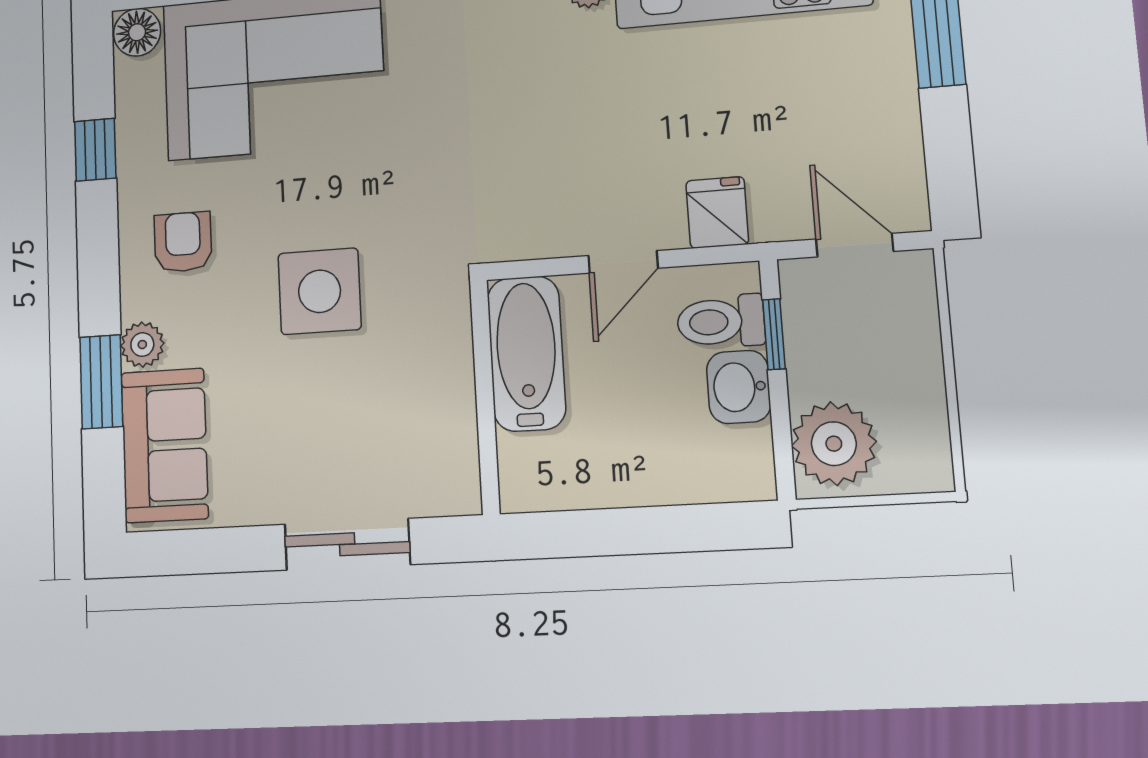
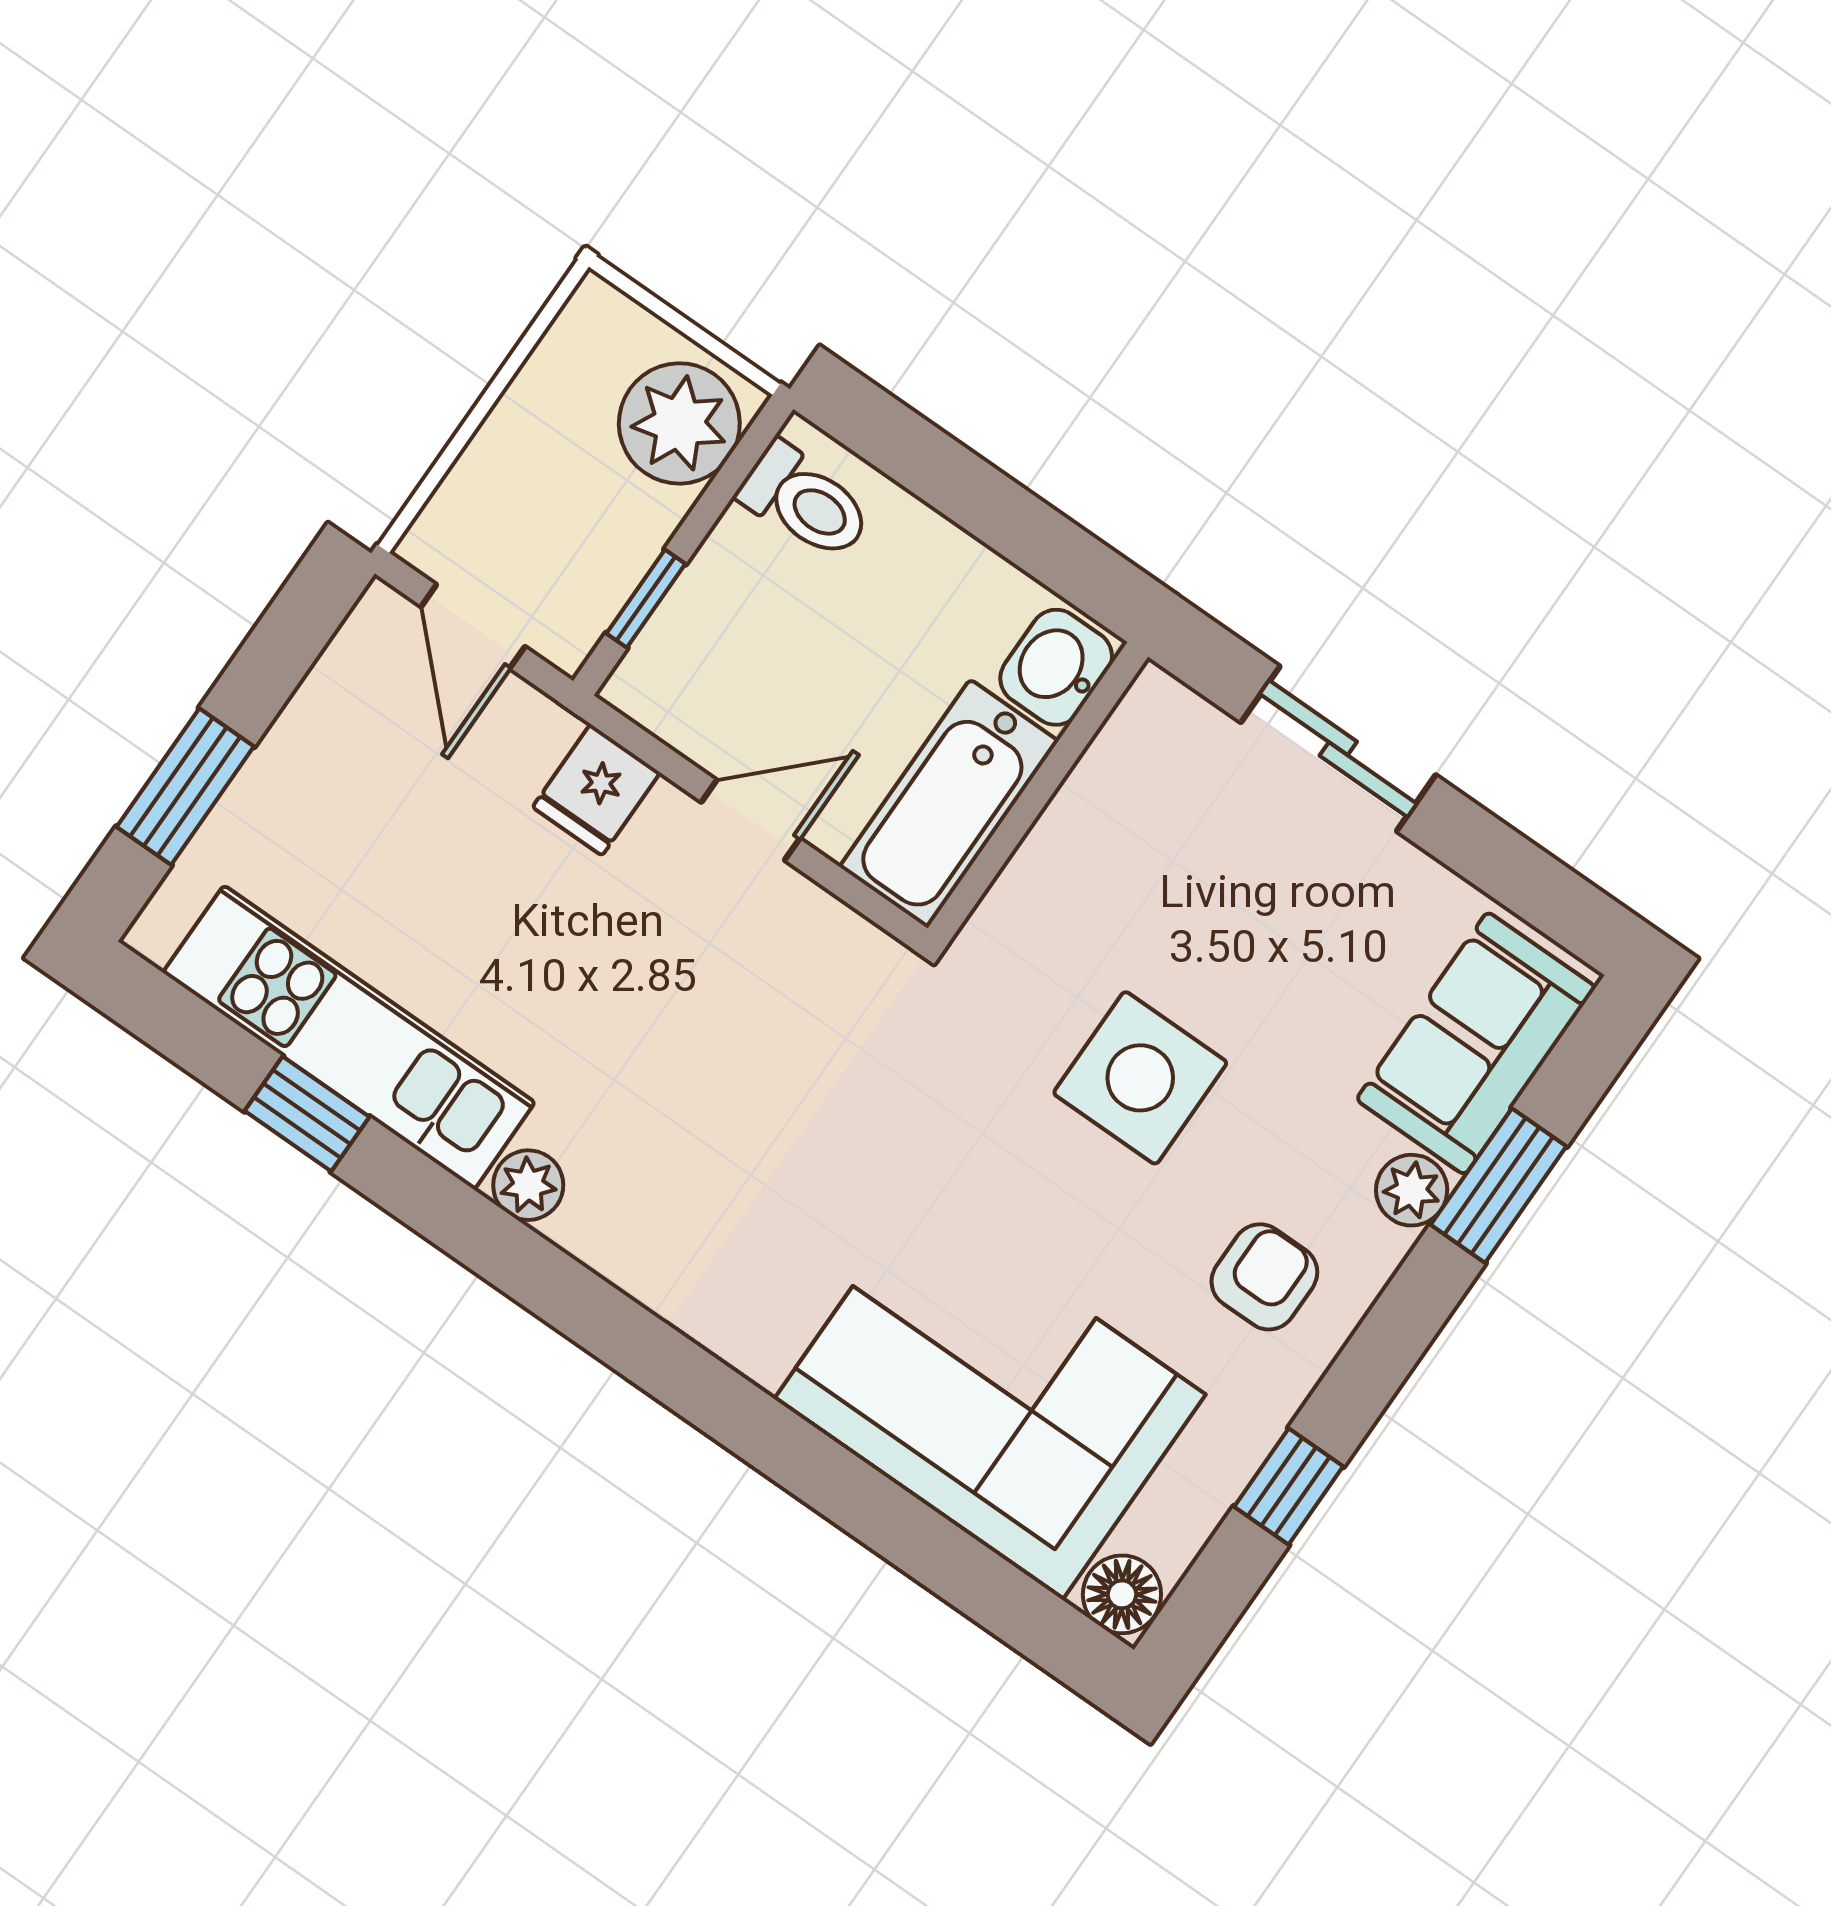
armchair: (183, 242) -> (1264, 1277), turned 180
toilet: (721, 322) -> (805, 502), moved
washbasin: (739, 387) -> (1056, 667), moved, turned 180

